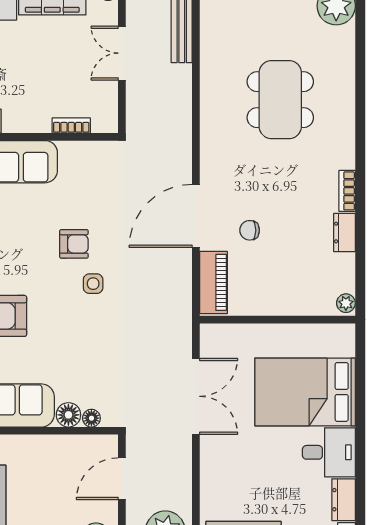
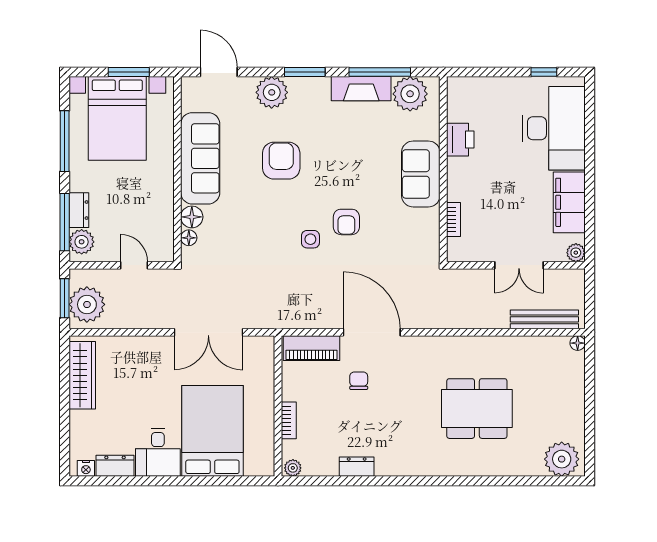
double door: (122, 53) -> (519, 265), swing flipped
bookcase: (347, 191) -> (289, 420), moved, turned 90
door: (122, 479) -> (134, 265), width x0.73

